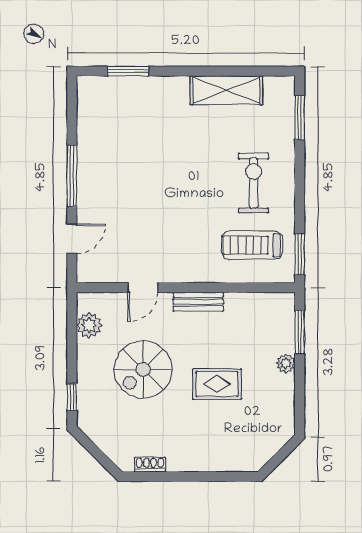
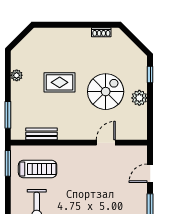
bench: (198, 302) -> (42, 134), moved
plant: (89, 325) -> (139, 98), moved
plant: (286, 363) -> (17, 75), moved

